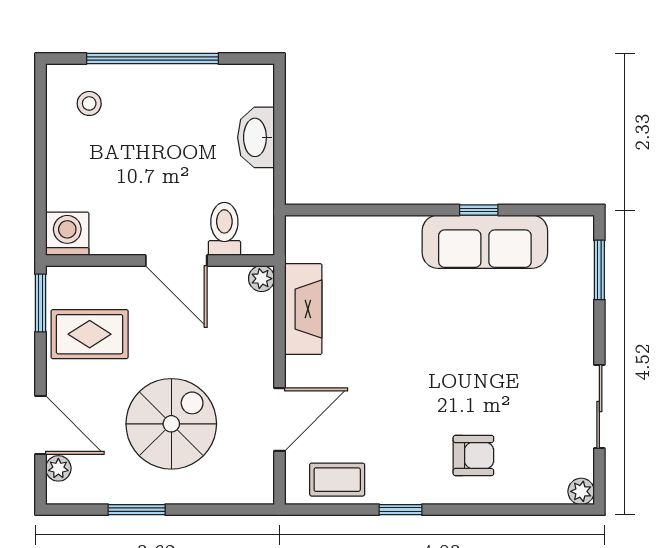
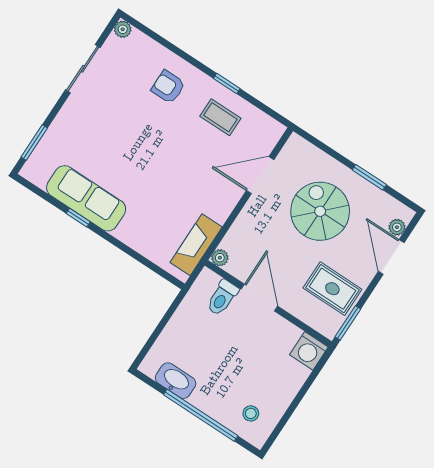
washbasin: (256, 137) -> (176, 381), moved, turned -90
fireplace: (303, 309) -> (196, 245), moved
spiral stairs: (171, 424) -> (320, 211), turned 90
coffee table: (337, 480) -> (220, 117), moved

